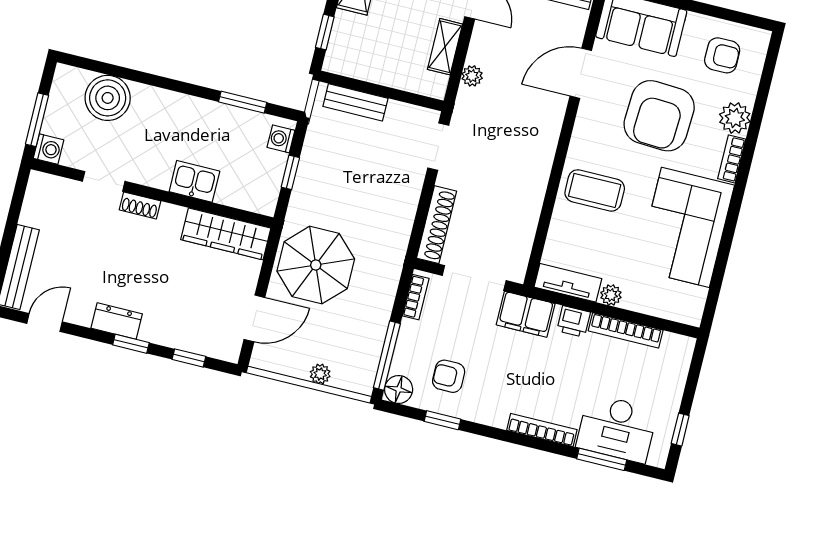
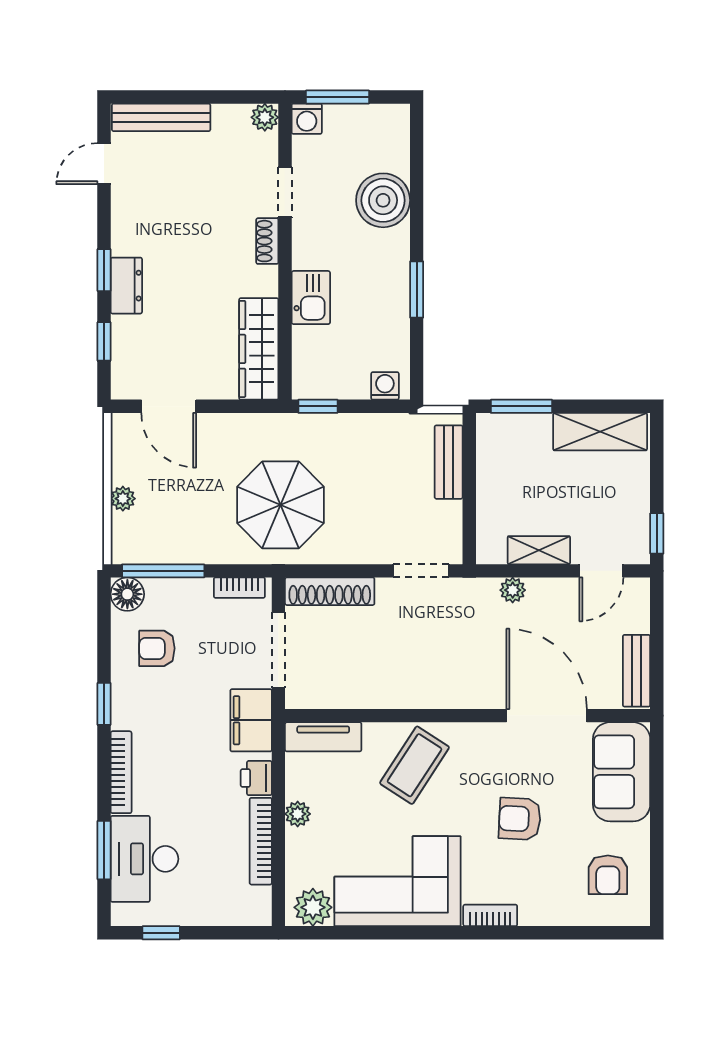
window: (325, 32) -> (521, 406), width x1.50
door: (581, 73) -> (547, 716), width x1.36
boiler: (108, 98) -> (383, 200), moved
window: (243, 102) -> (417, 290), moved
armchair: (659, 116) -> (520, 819), width x0.53, depth x0.53
plant: (735, 118) -> (313, 907), moved
window: (290, 172) -> (318, 406), moved
plant: (39, 183) -> (265, 117), added
coffee table: (595, 190) -> (415, 765), turned 33
parasol: (316, 265) -> (280, 505), moved
tv unit: (568, 283) -> (323, 737), moved, turned 90
dresser: (117, 321) -> (126, 286), moved
door: (45, 323) -> (104, 164), swing flipped
armchair: (449, 376) -> (157, 648), turned -90
window: (443, 420) -> (104, 704), moved

